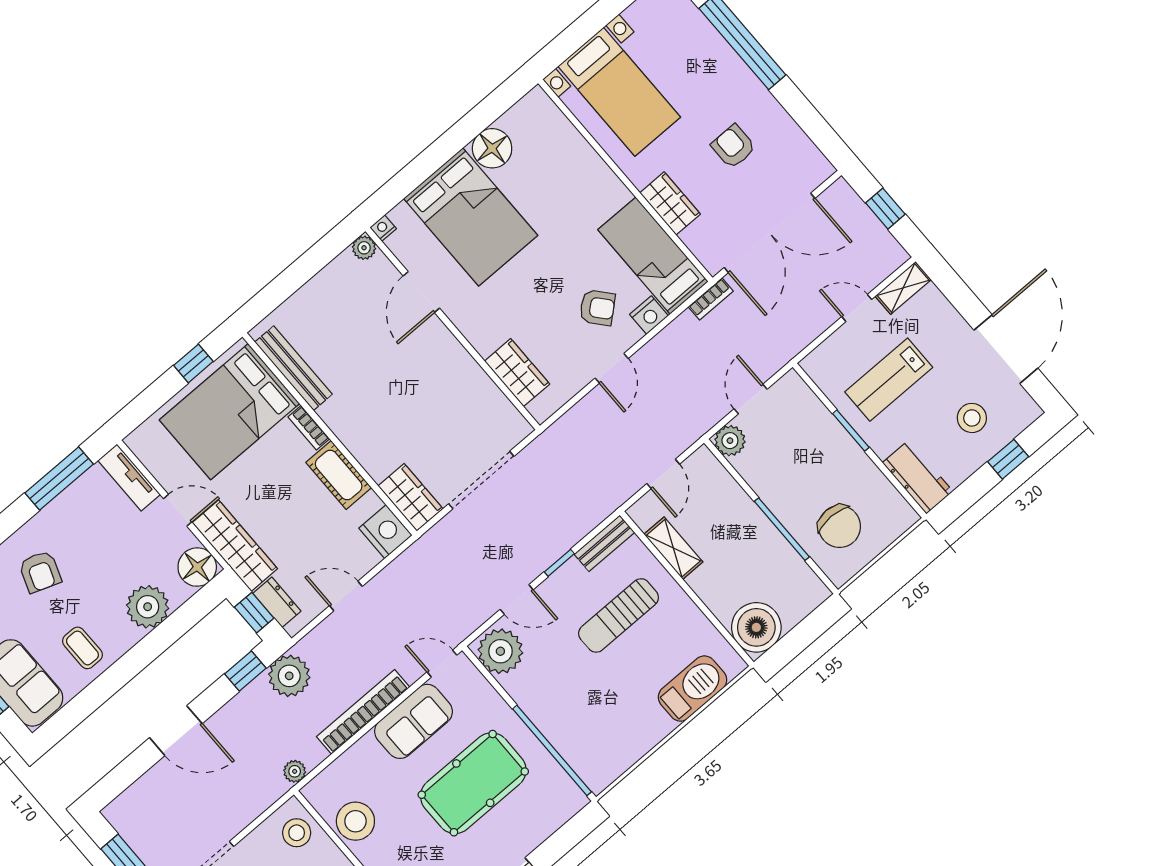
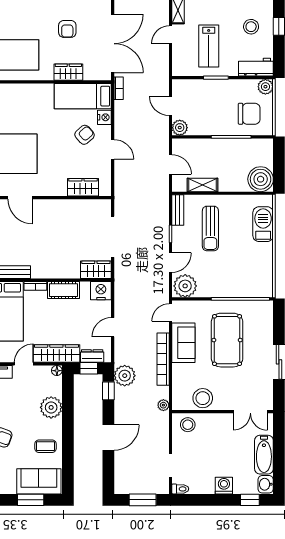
armchair: (733, 146) -> (67, 29), turned -90
plant: (901, 516) -> (265, 87), added
floor lamp: (197, 567) -> (57, 371), width x0.53, depth x0.53

